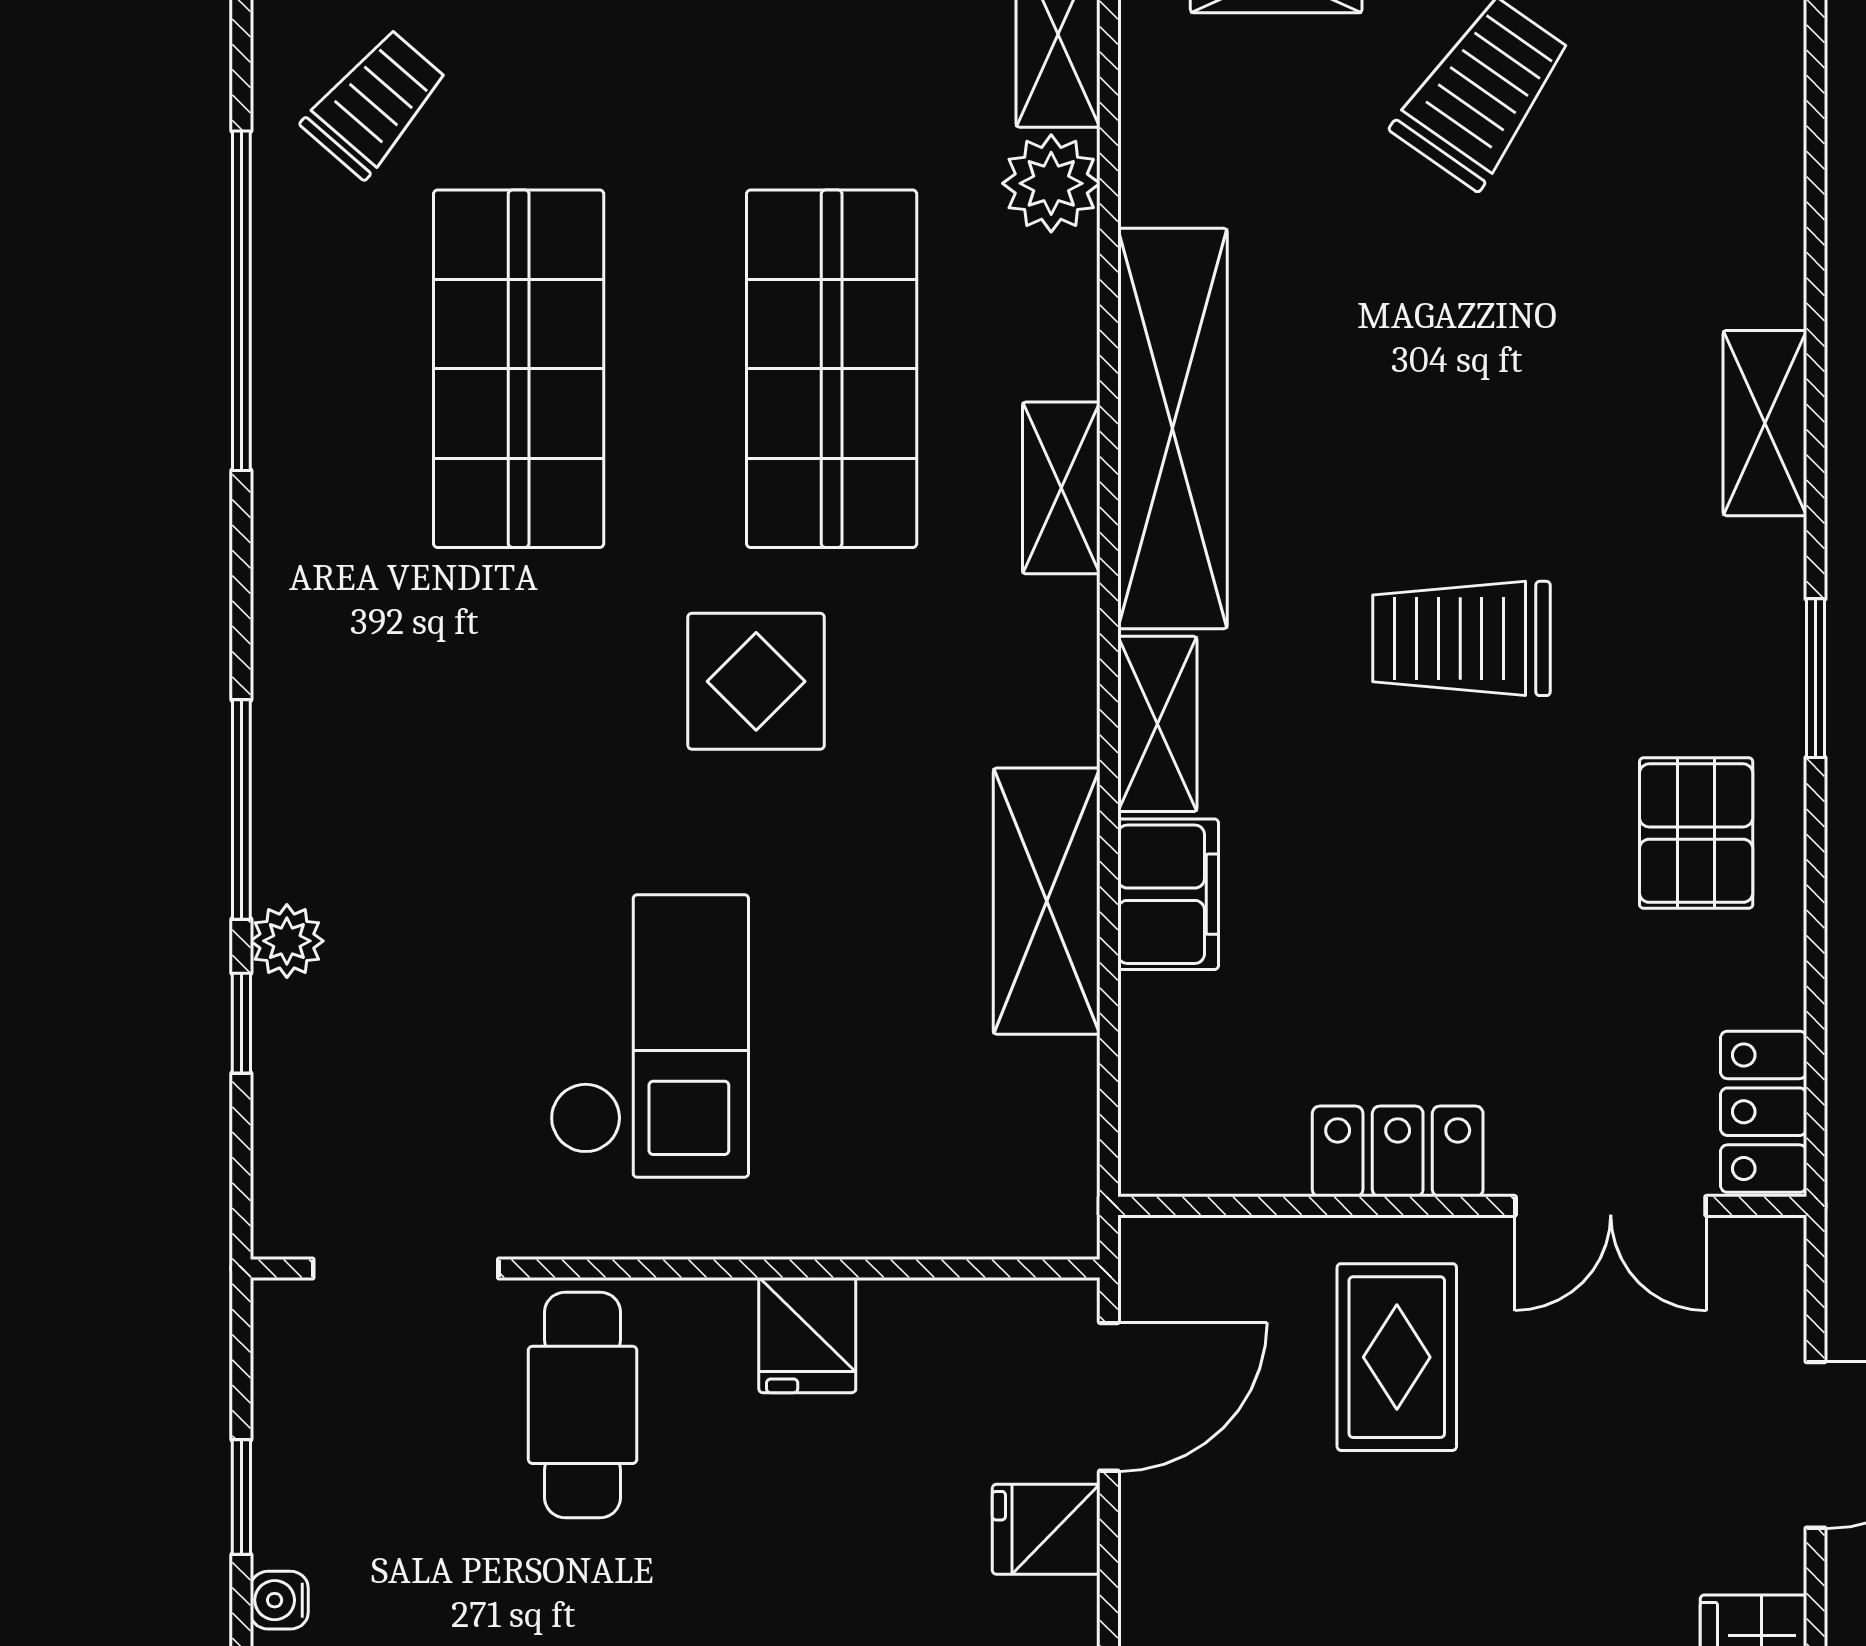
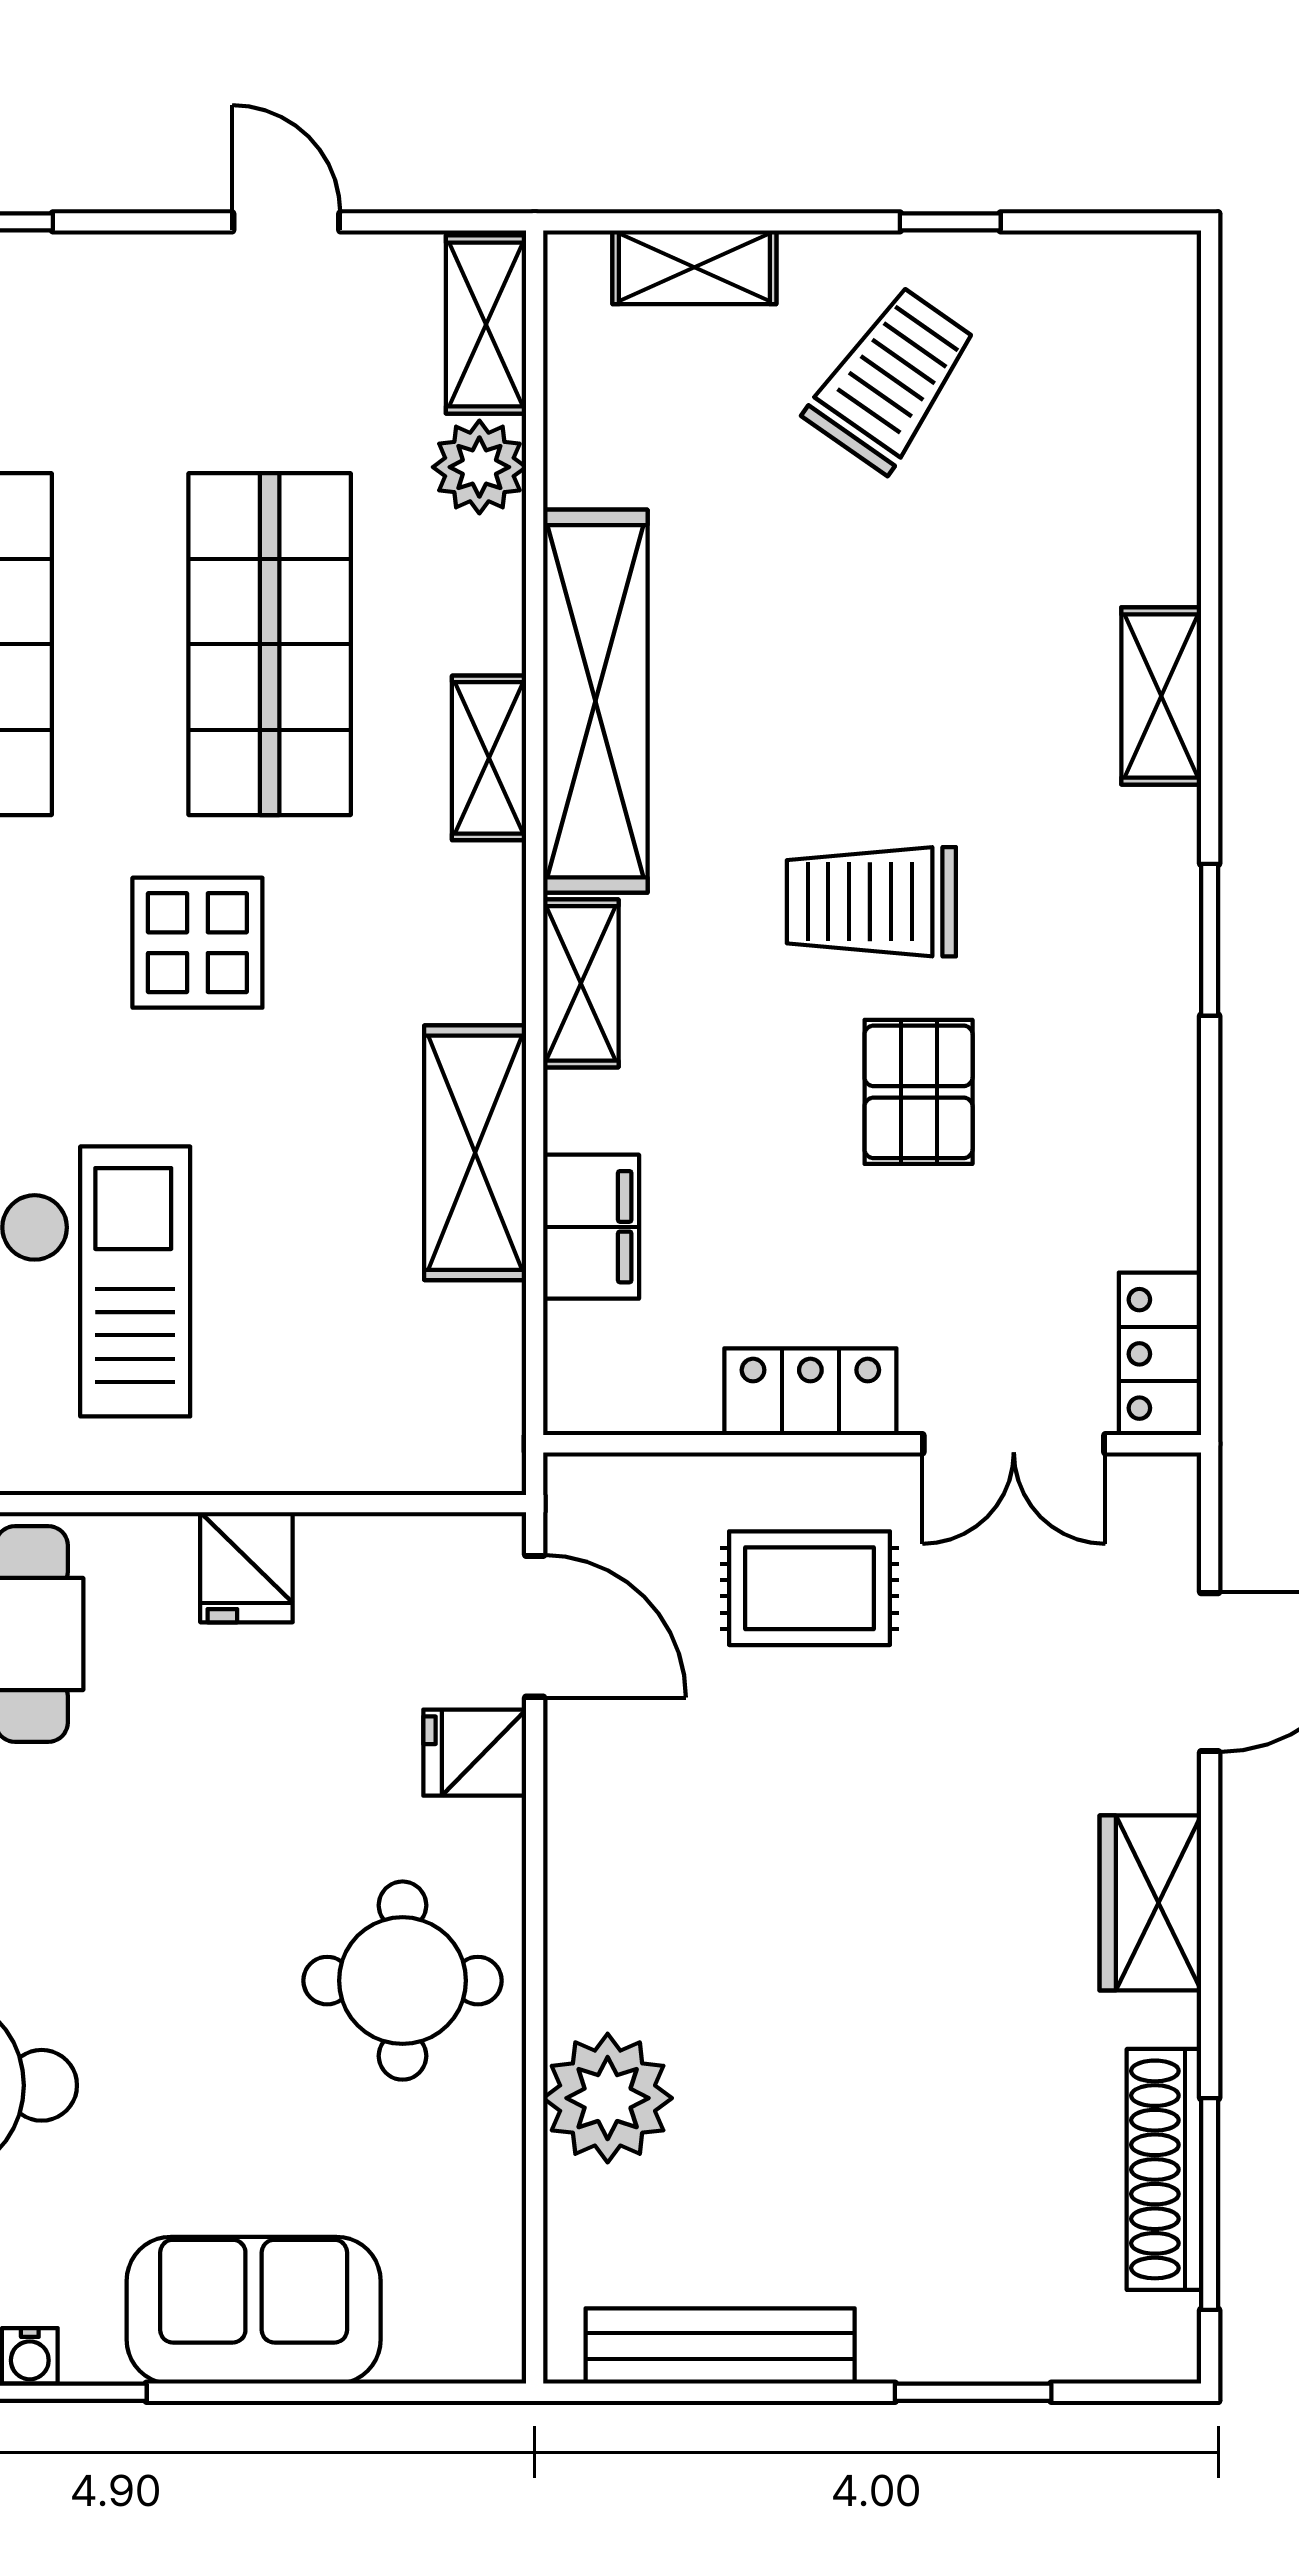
pallet: (1696, 833) -> (919, 1092), moved
filing cabinet: (1168, 894) -> (591, 1227), moved
rug: (1397, 1357) -> (810, 1588), turned 90
door: (1109, 1397) -> (535, 1626), hinge flipped

